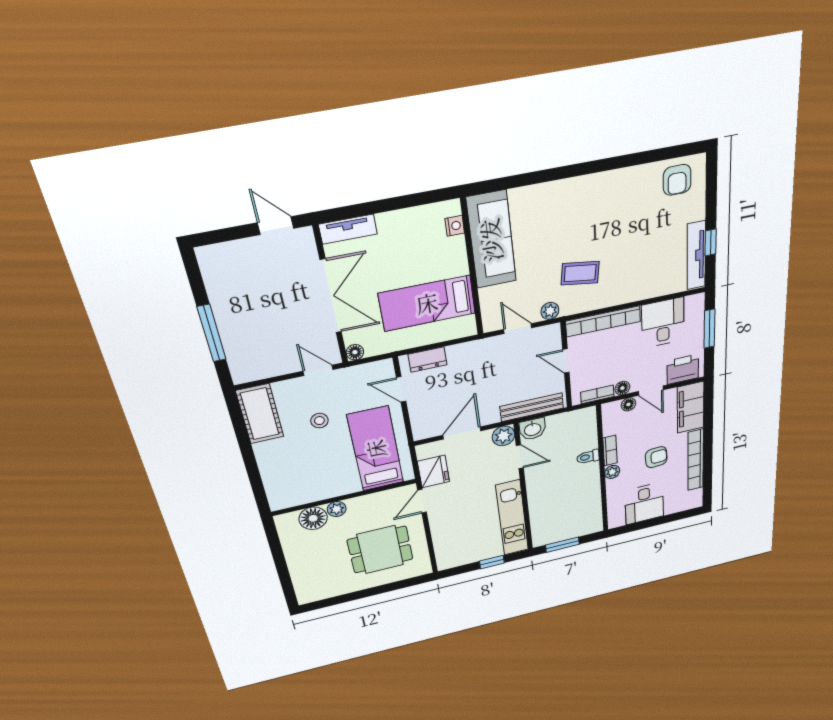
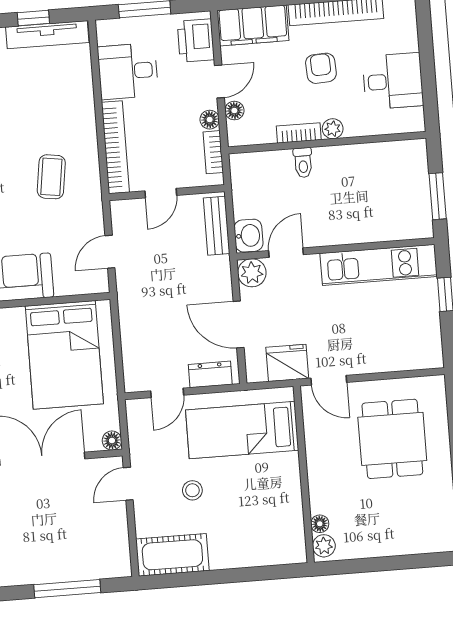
bed: (427, 303) -> (64, 355), width x1.50
plant: (550, 311) -> (93, 213), removed
dresser: (428, 359) -> (210, 374), moved, turned -90
bench: (532, 407) -> (217, 226), width x0.73
plant: (337, 509) -> (324, 546), moved
floor lamp: (313, 518) -> (320, 524), width x0.53, depth x0.53

